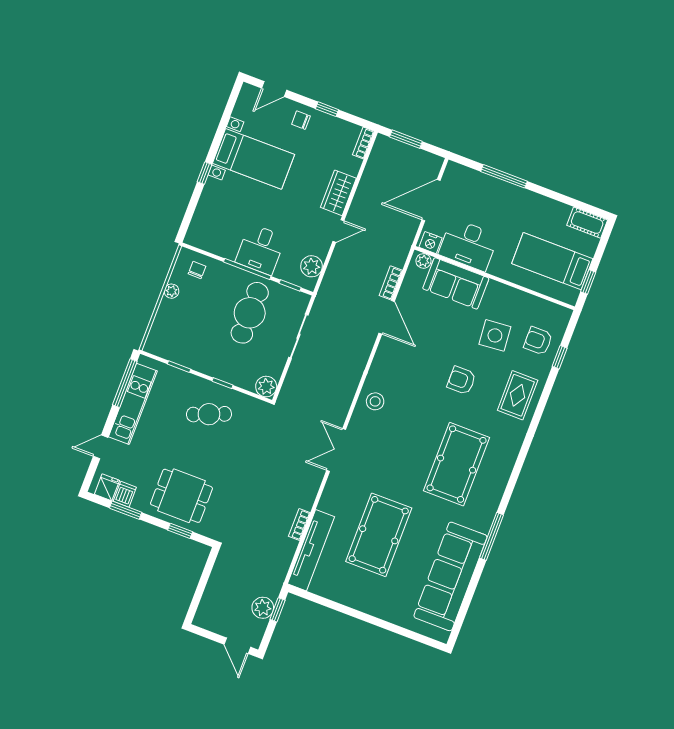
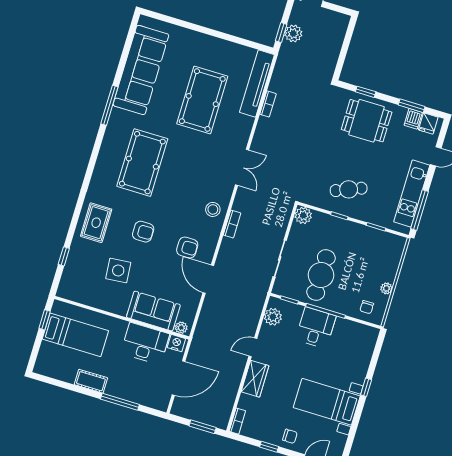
cot: (587, 223) -> (91, 381), moved
bookcase: (391, 283) -> (232, 224), moved
armchair: (538, 341) -> (187, 248), moved

